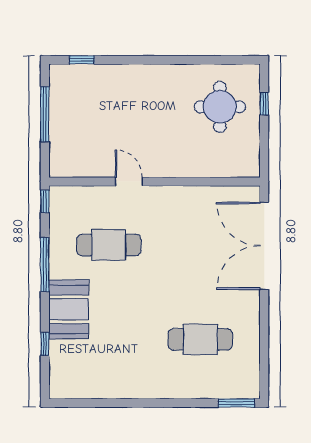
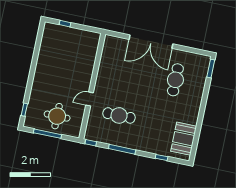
round table: (220, 107) -> (57, 116), moved
cafe table: (109, 245) -> (119, 115), turned 90
double door: (264, 246) -> (151, 42), moved
booth: (69, 309) -> (184, 139), moved, turned 90

